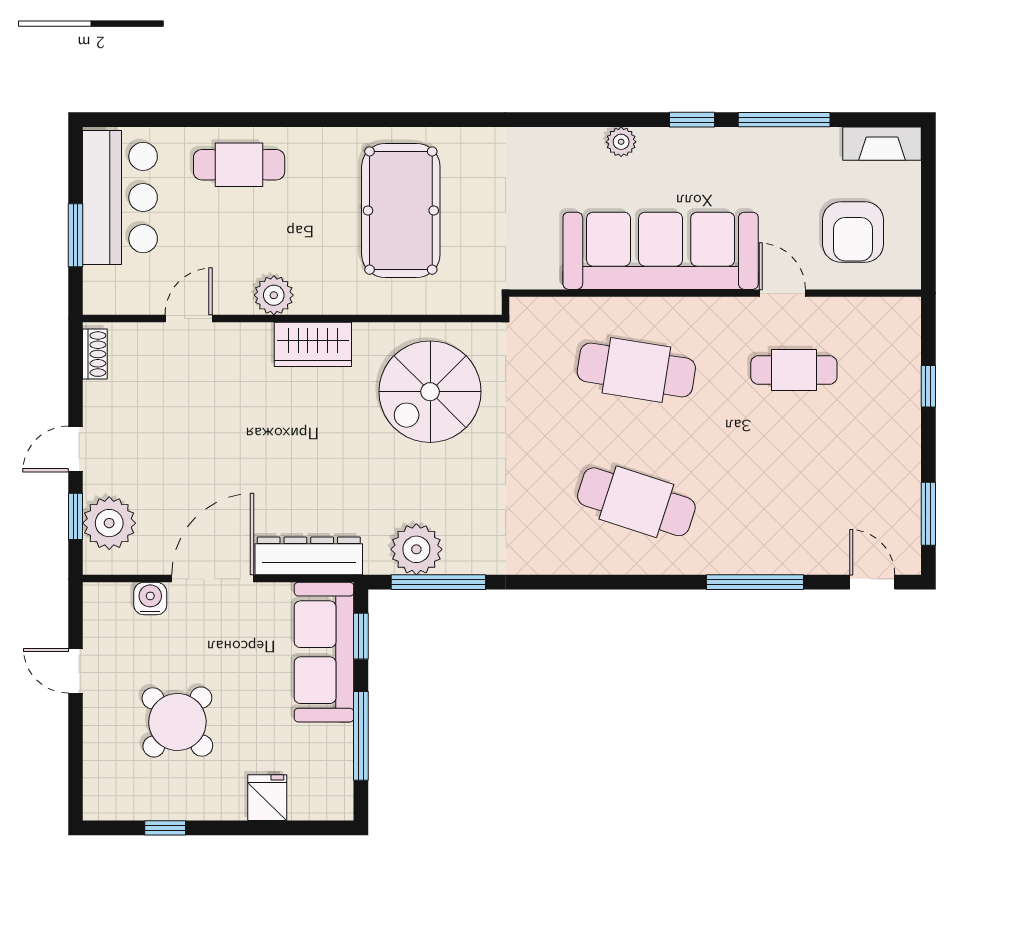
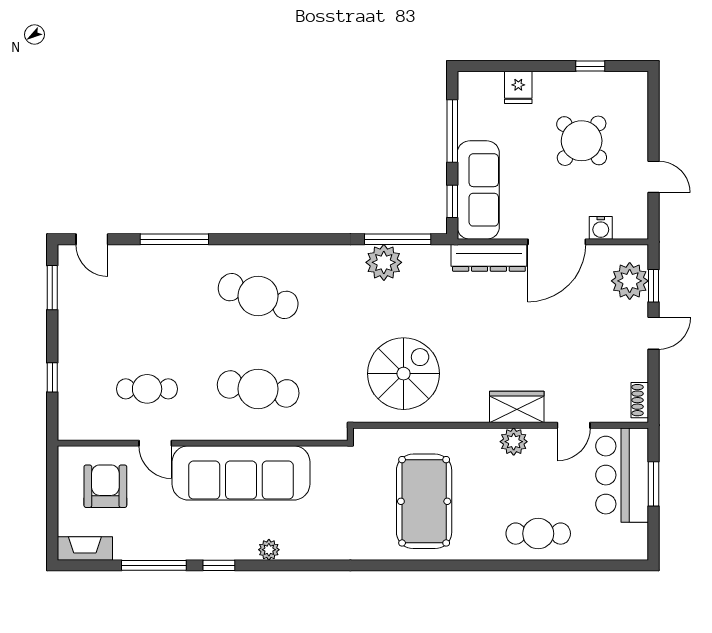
bar counter: (120, 198) -> (622, 475), moved
wardrobe: (313, 344) -> (517, 407), moved
plant: (416, 549) -> (384, 262), moved

